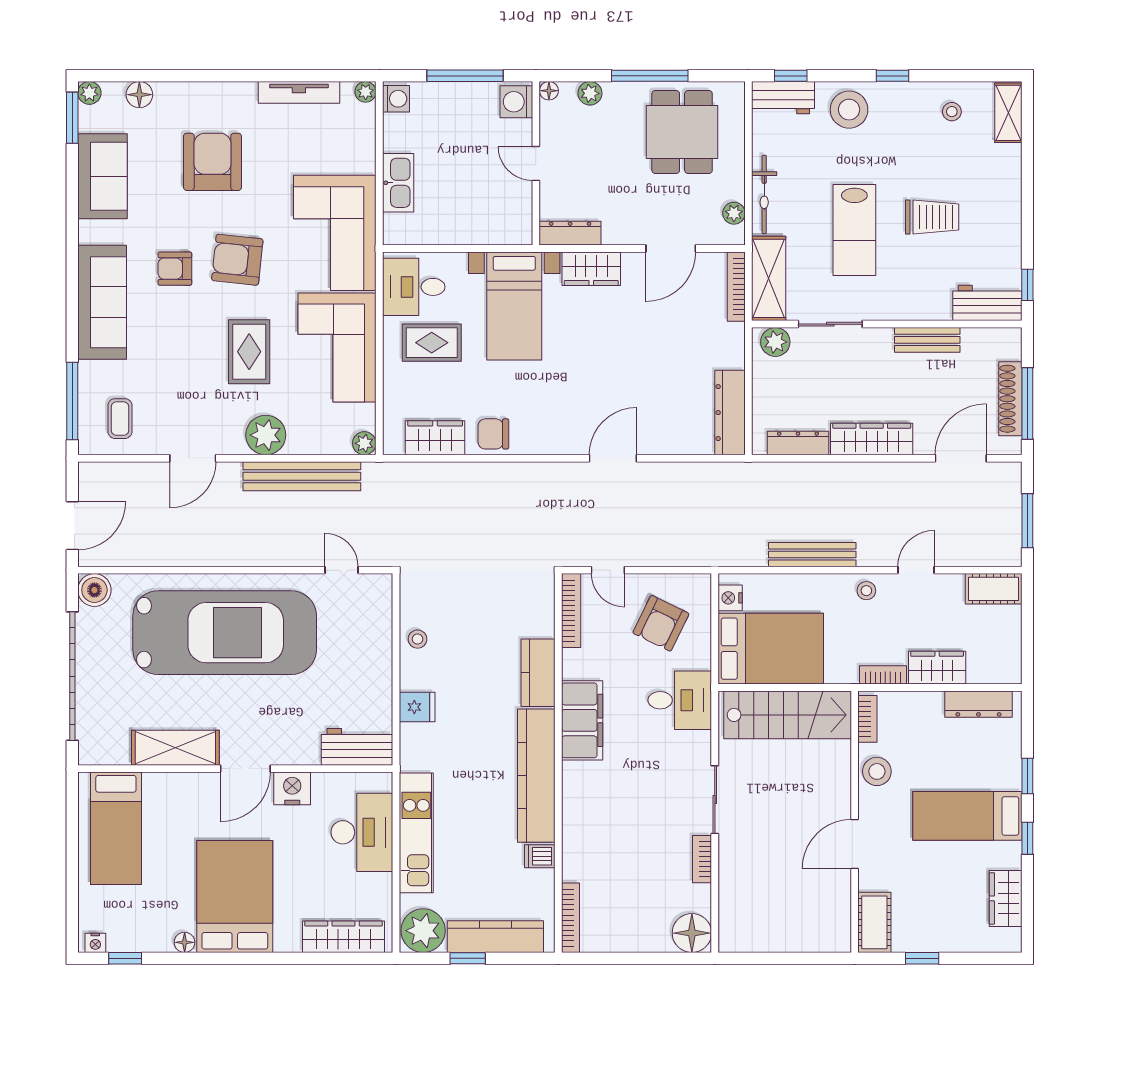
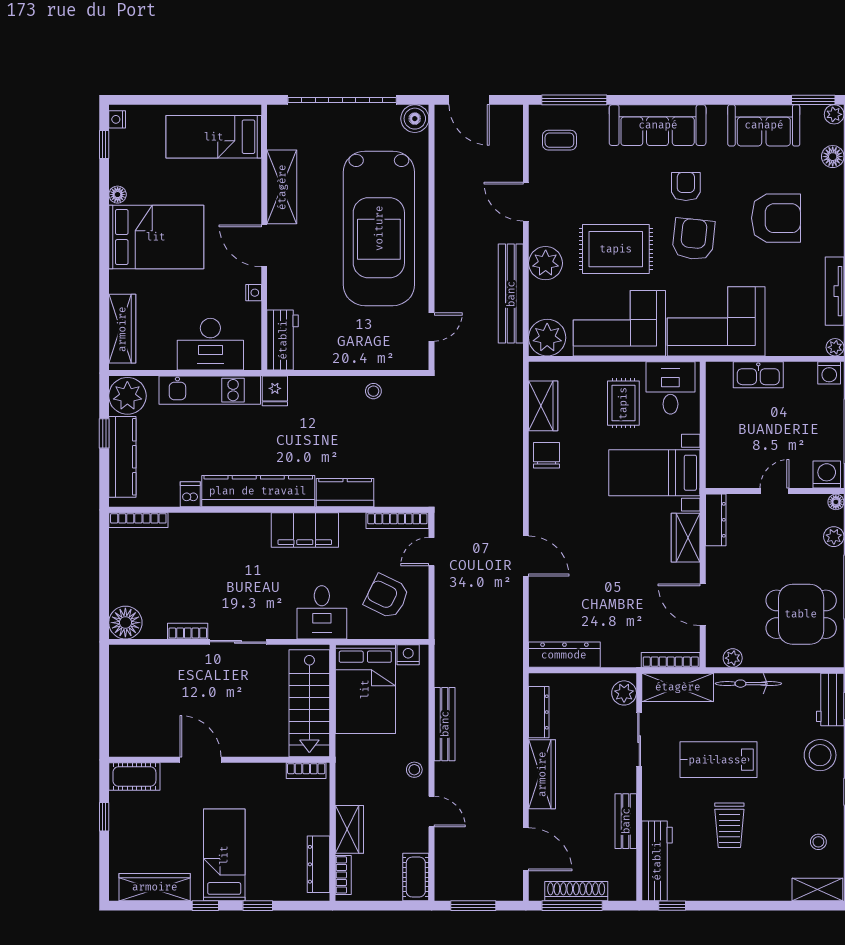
workbench: (987, 303) -> (657, 861), width x1.37
rug: (249, 352) -> (616, 249), width x1.36, depth x1.43
plant: (364, 443) -> (547, 338), width x1.87, depth x1.87
bookcase: (883, 675) -> (343, 875), moved
fridge: (417, 707) -> (275, 391), moved
stool: (877, 771) -> (262, 779), removed
nightstand: (292, 788) -> (254, 293), width x0.53, depth x0.56
wardrobe: (1006, 898) -> (155, 887), width x1.50

